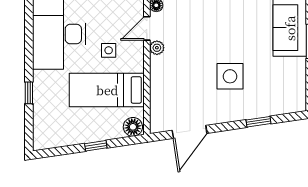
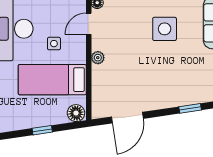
plant: (157, 48) -> (98, 58), moved
side table: (230, 76) -> (165, 29), moved

